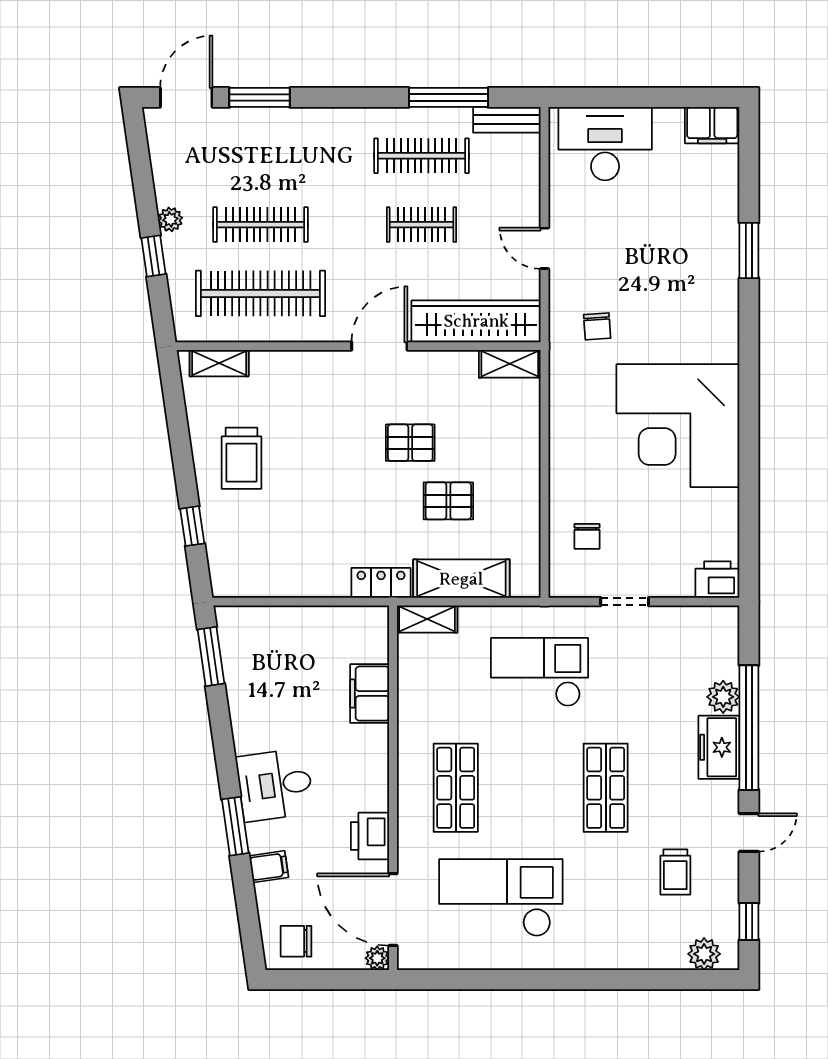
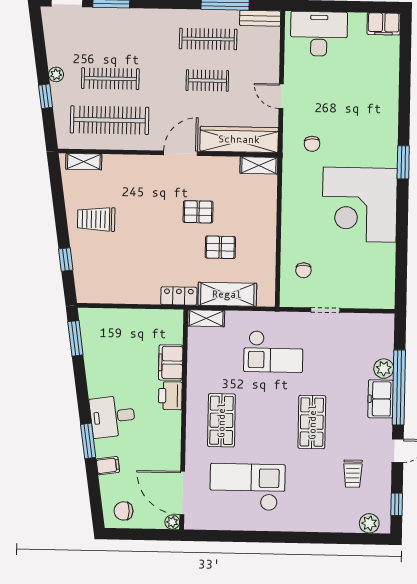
window: (749, 250) -> (403, 162), moved
trolley: (241, 458) -> (96, 219), turned 90
printer: (717, 580) -> (382, 298), removed
checkout: (540, 672) -> (273, 352), turned 180
printer: (370, 836) -> (170, 396), moved

